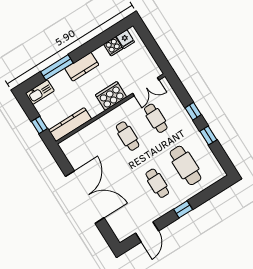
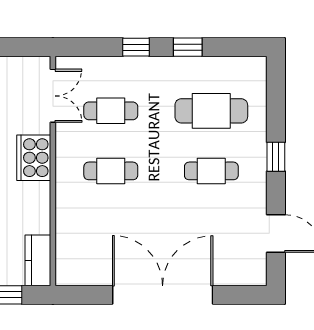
kitchen counter: (70, 125) -> (38, 260), width x0.67

